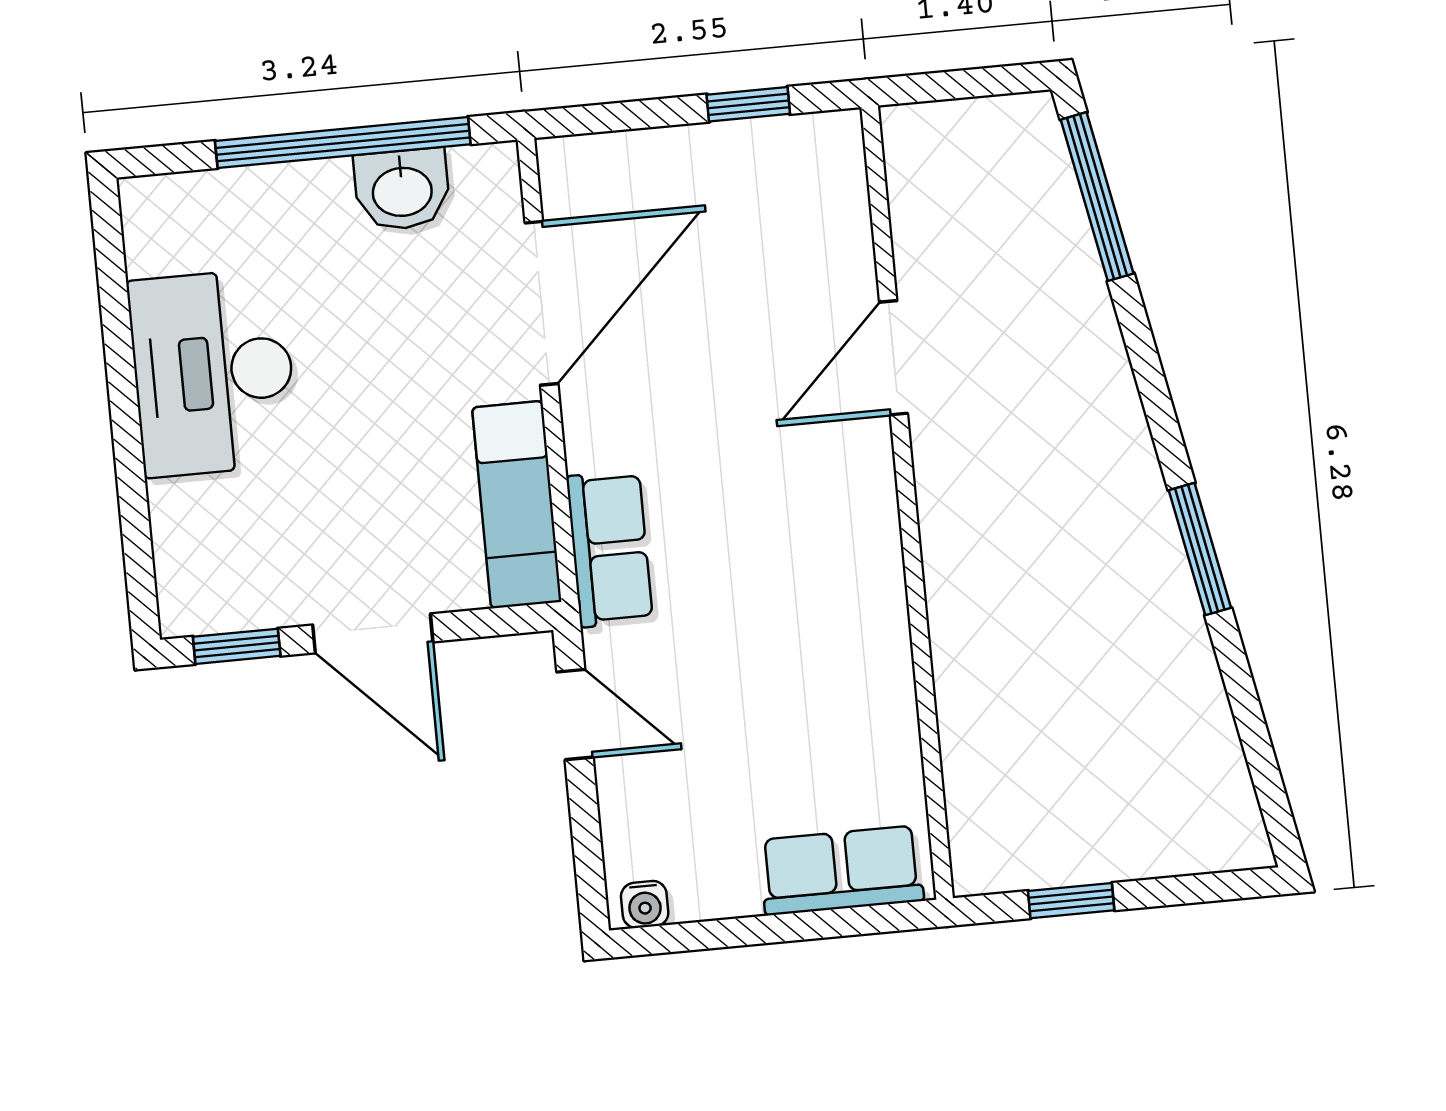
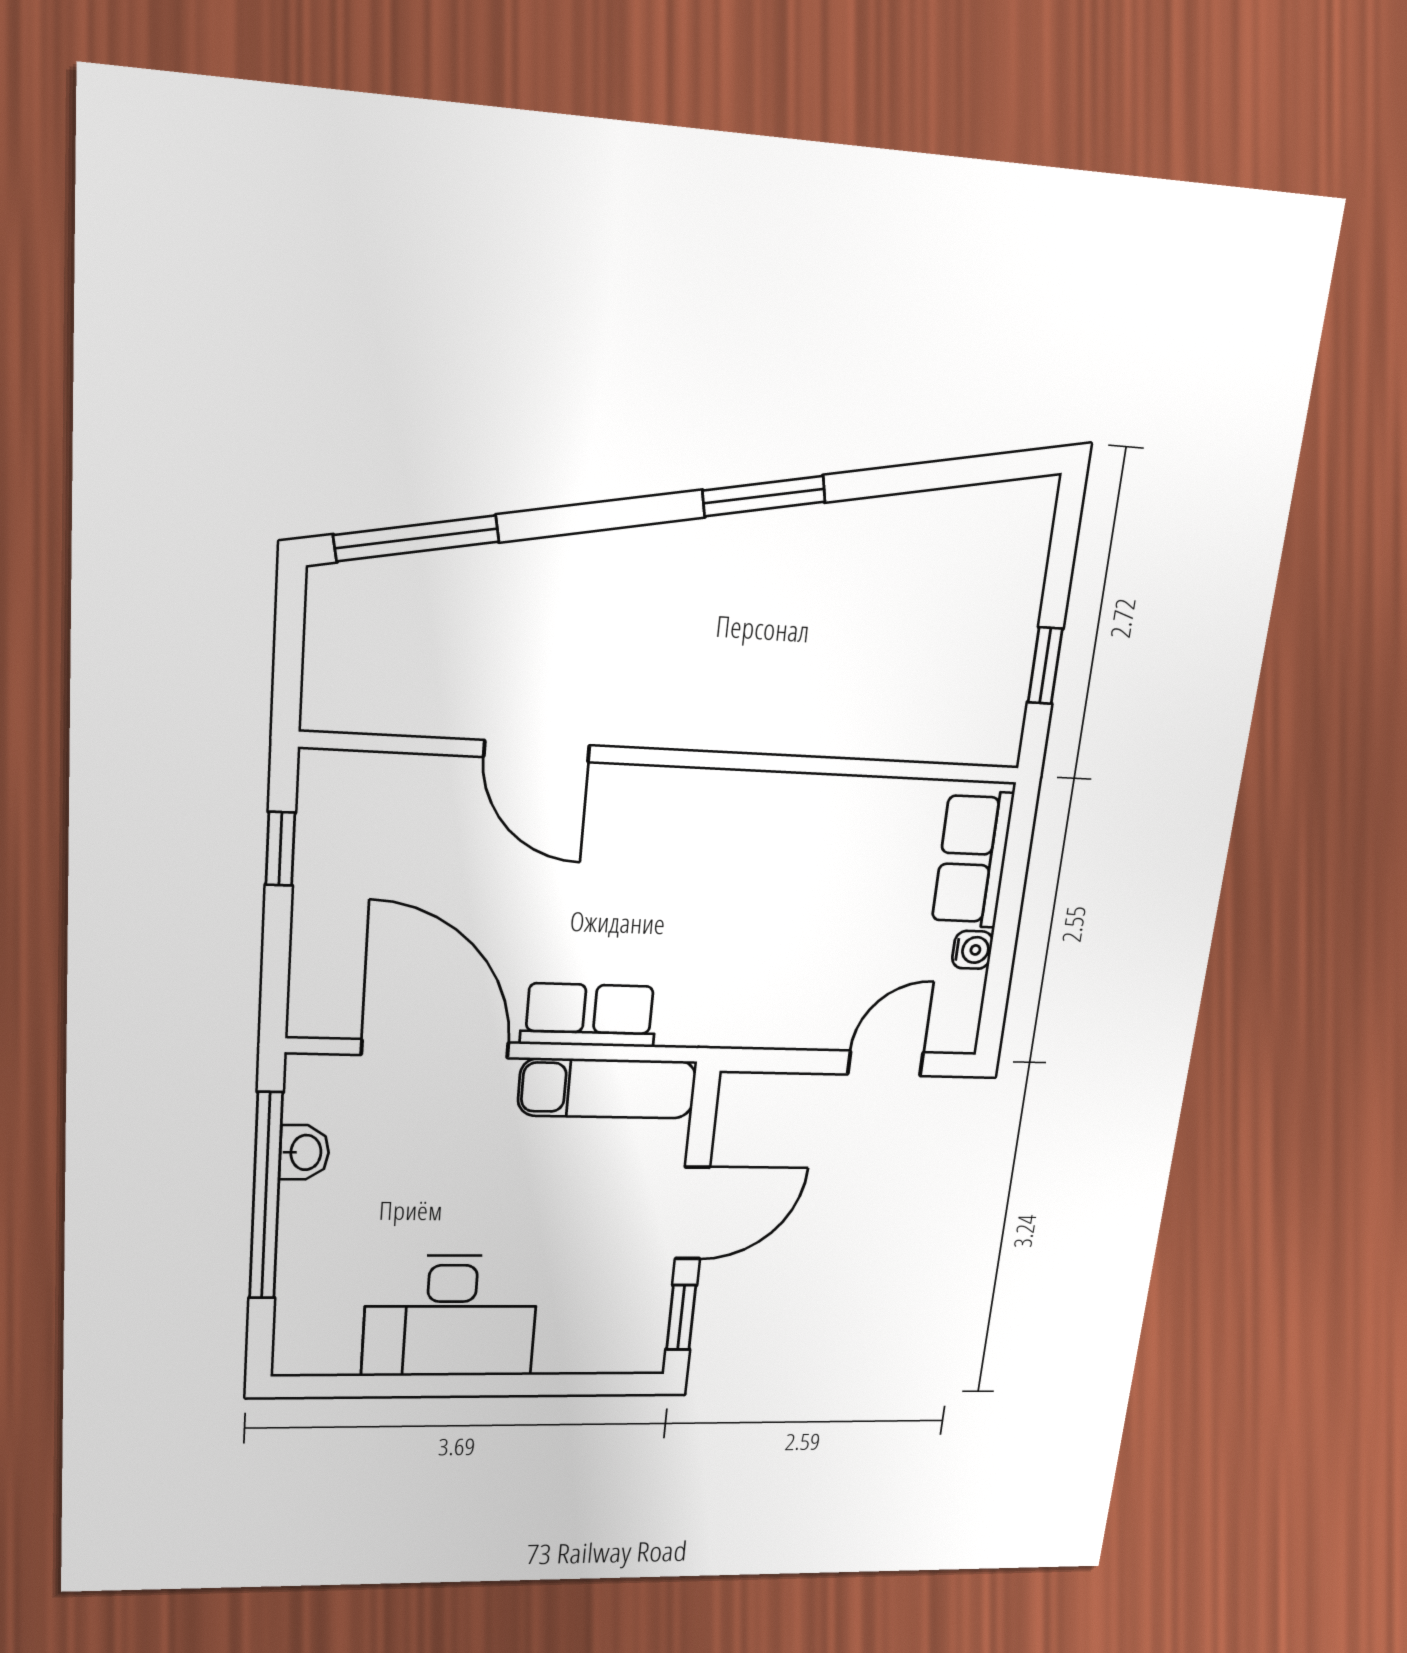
washbasin: (402, 190) -> (304, 1152), width x0.72, depth x0.69
row of seats: (610, 549) -> (589, 1015), moved
door: (575, 715) -> (885, 1063), moved
water cooler: (645, 904) -> (972, 950), moved

